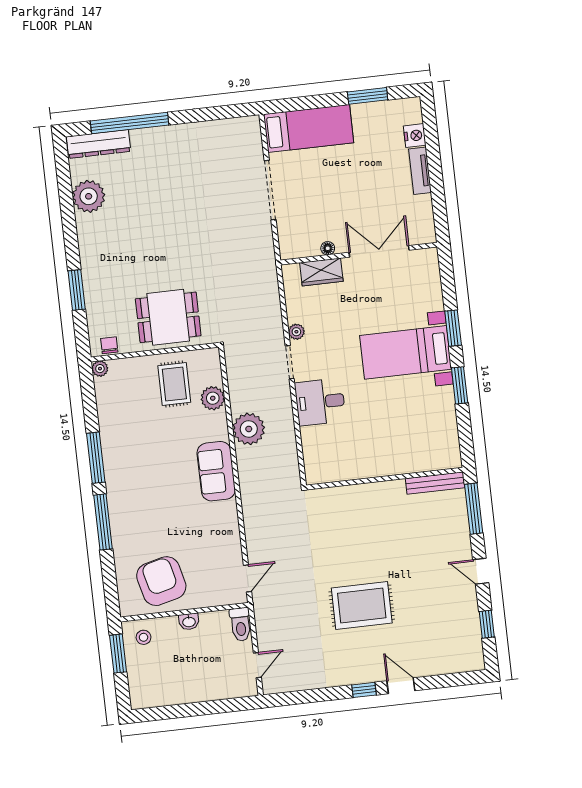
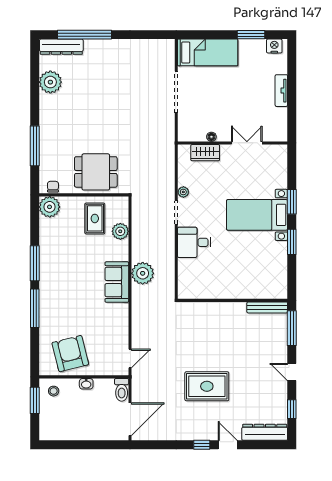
nightstand: (415, 136) -> (274, 46), moved, turned -90
double door: (379, 251) -> (247, 143), width x0.73
window: (77, 290) -> (35, 146), width x1.44
plant: (100, 369) -> (50, 207), width x1.88, depth x1.88
plant: (249, 429) -> (143, 273), moved
dresser: (452, 662) -> (265, 432), added
door: (257, 665) -> (130, 419), width x1.88

